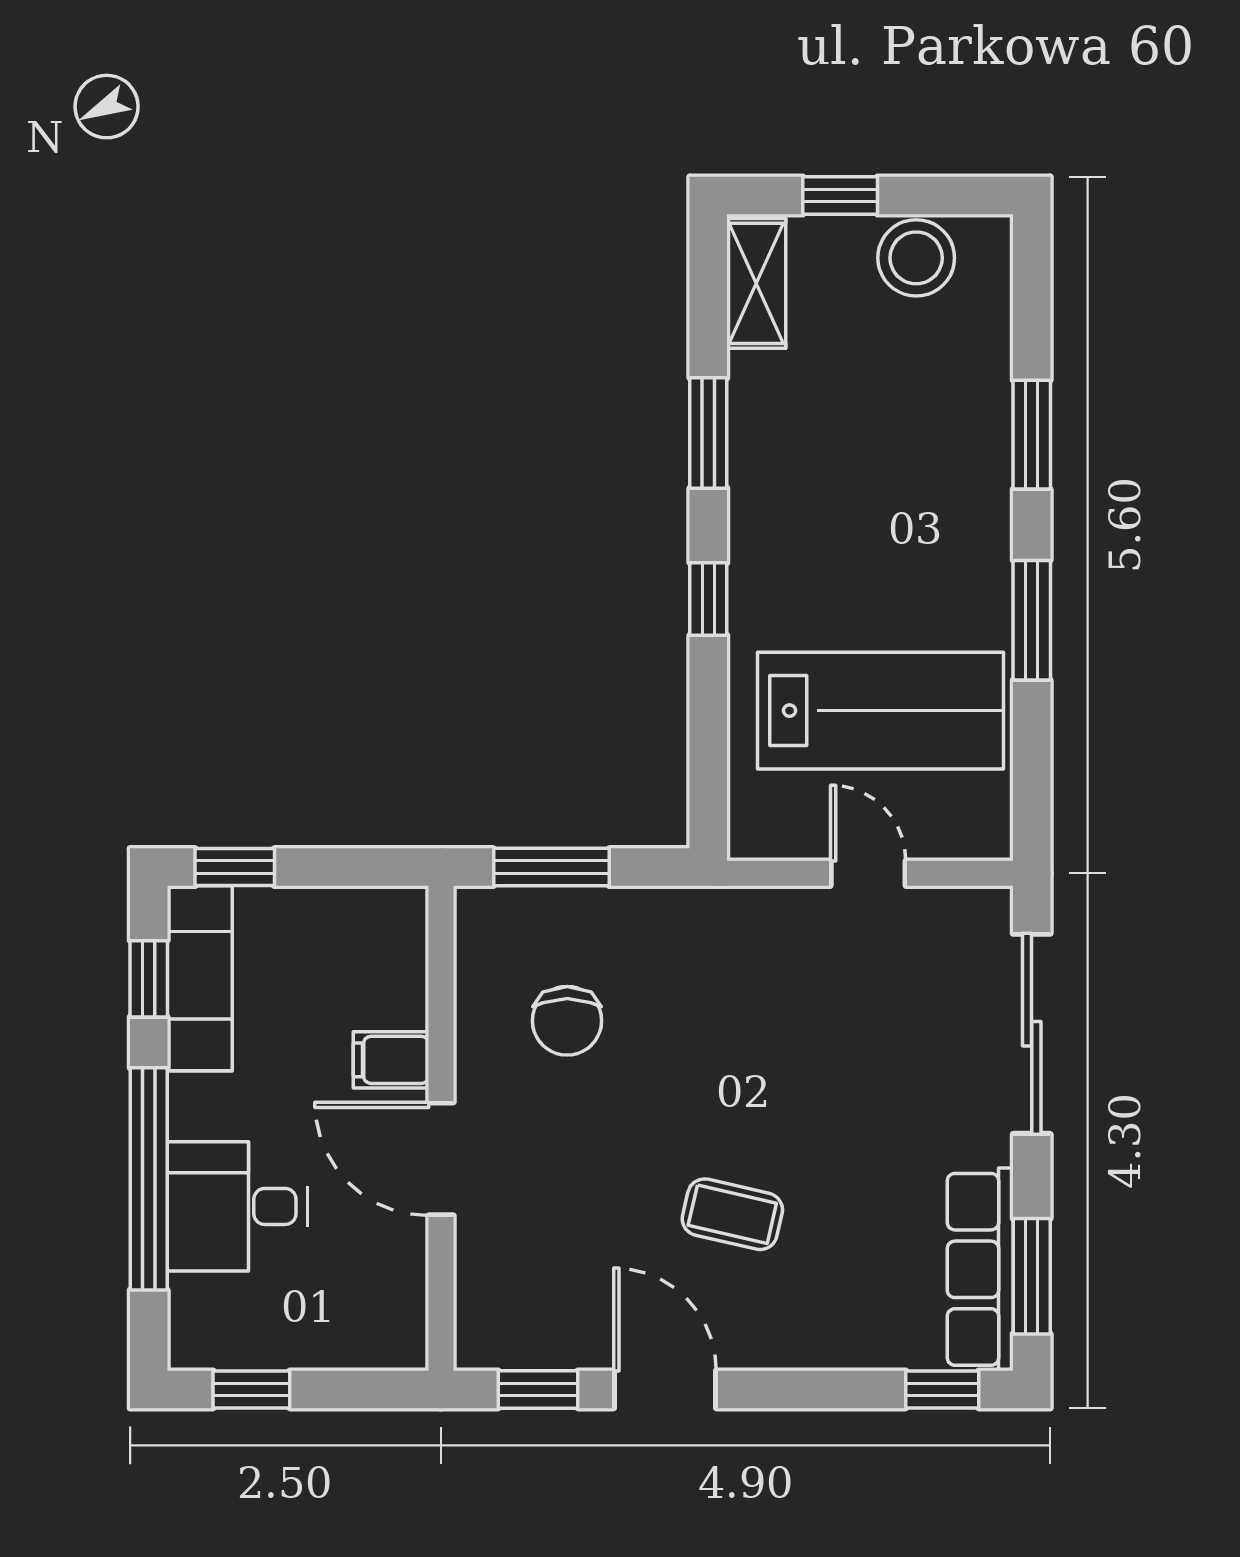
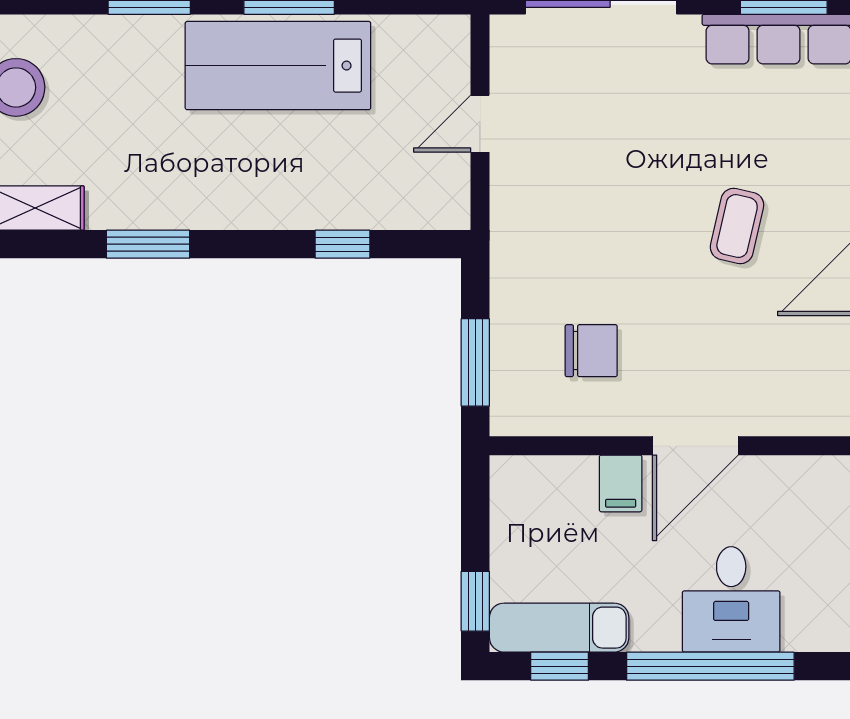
window: (708, 599) -> (342, 244), moved
lab bench: (881, 711) -> (278, 66), moved, turned -90

